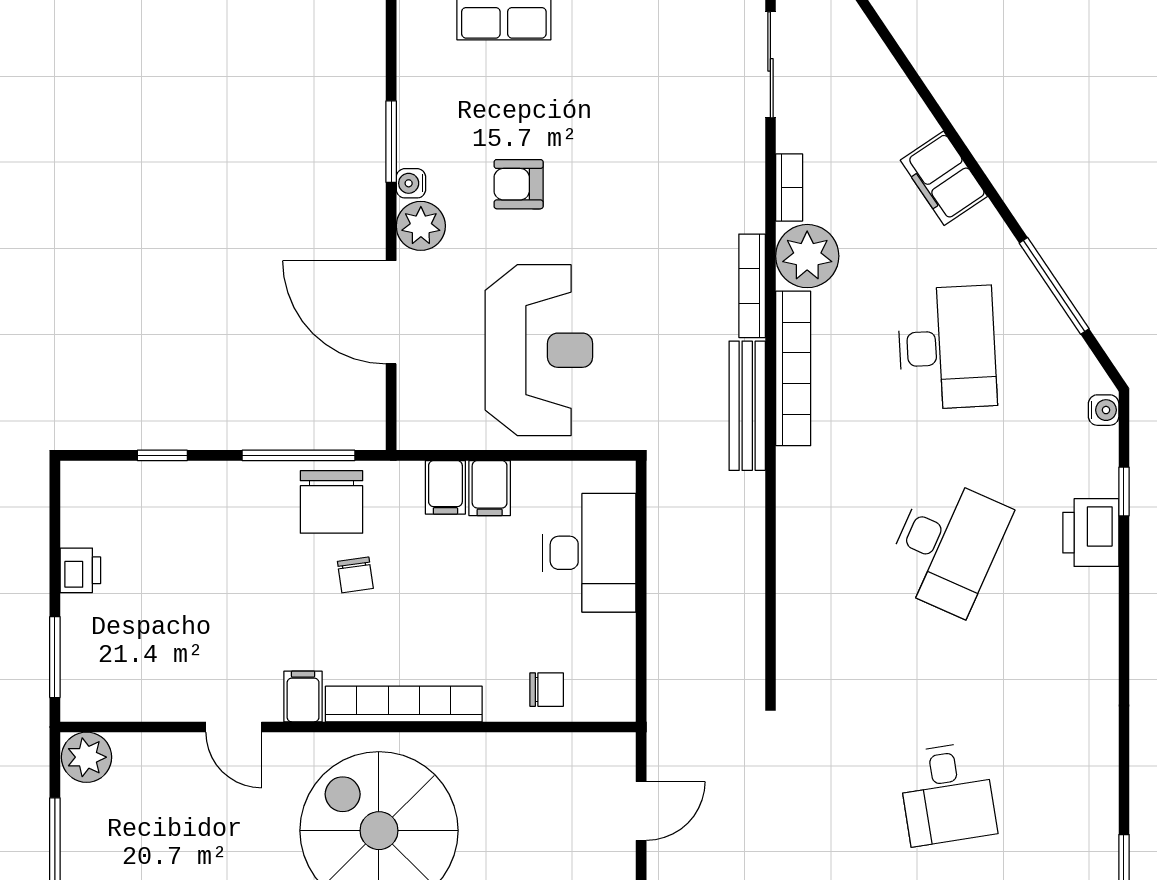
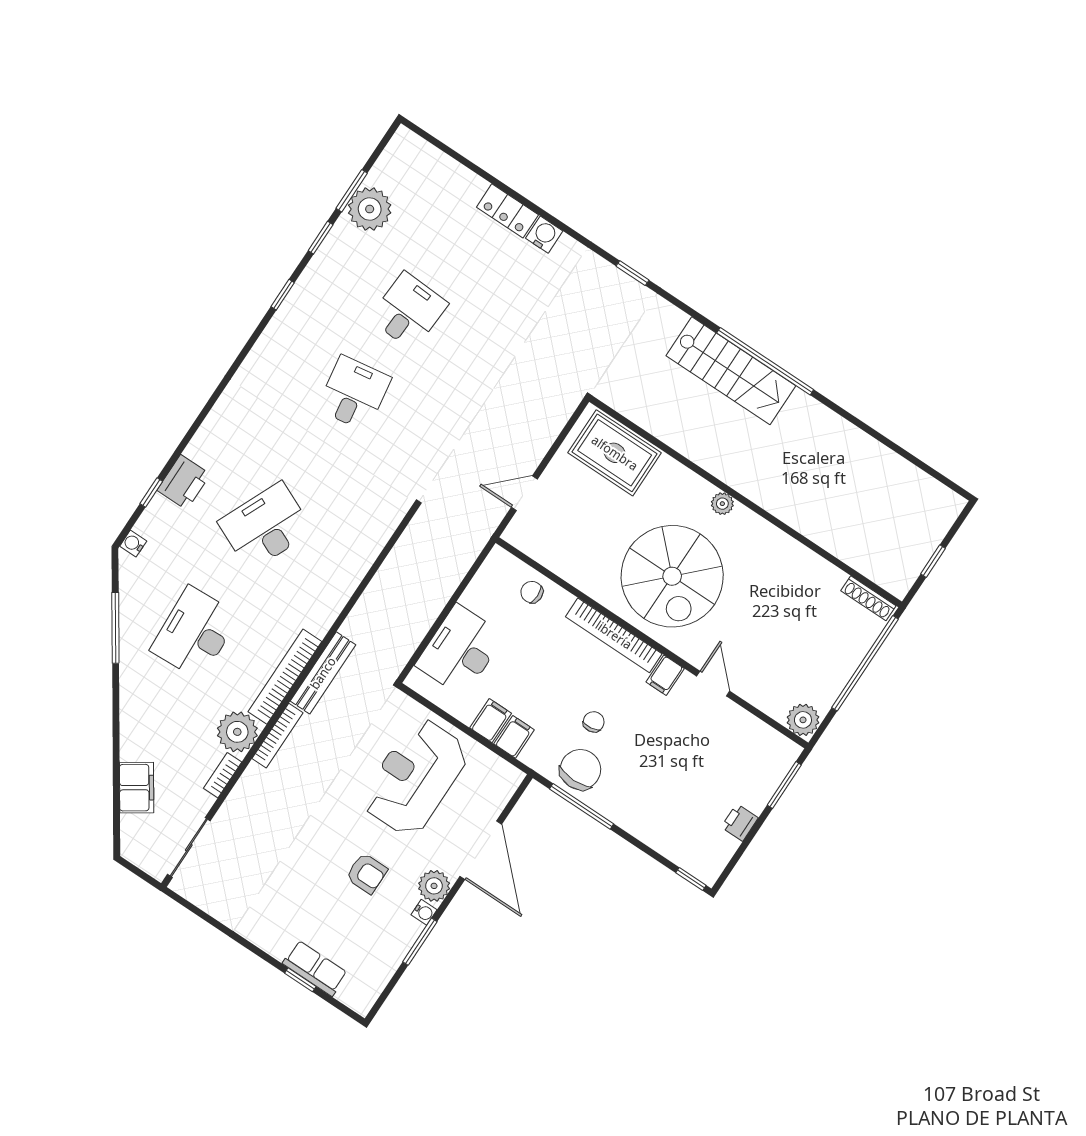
filing cabinet: (944, 178) -> (137, 788), moved
window: (162, 455) -> (691, 879), moved

